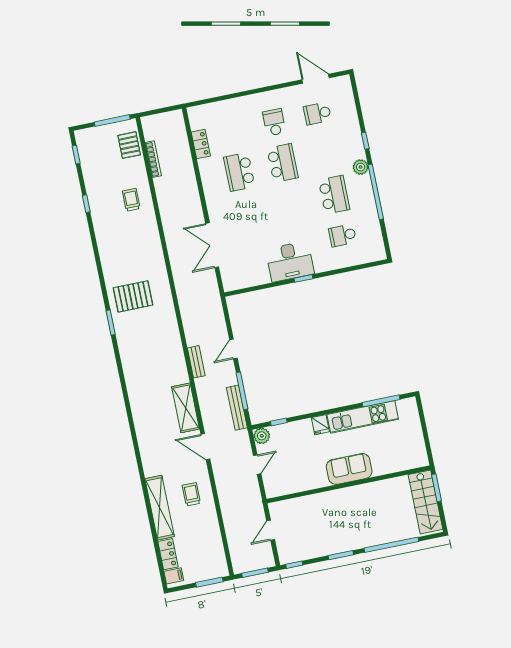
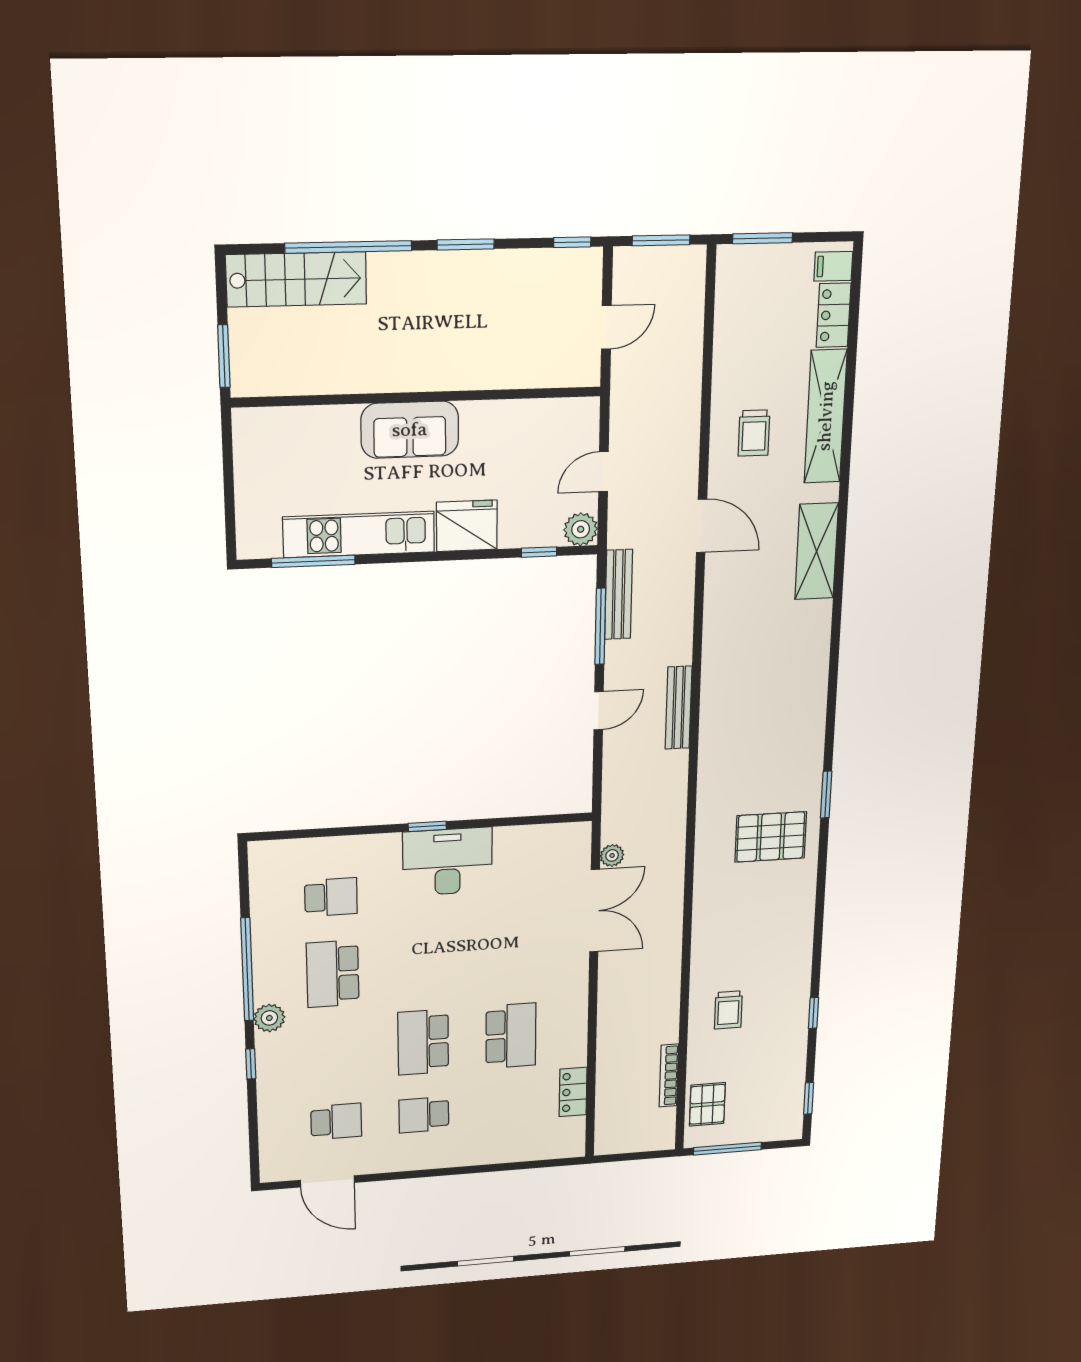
school desk: (274, 122) -> (424, 1115), turned 90
plant: (210, 276) -> (612, 855), added
bench: (196, 362) -> (679, 708), width x1.36
shelving: (186, 408) -> (817, 551), moved
fridge: (320, 425) -> (467, 526), width x1.88, depth x1.34
stairs: (425, 502) -> (296, 279), moved, turned 90

